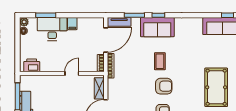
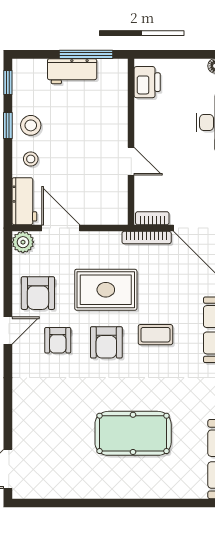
rug: (137, 86) -> (106, 290), added
pool table: (216, 87) -> (133, 433), moved
shelving: (99, 88) -> (102, 215), removed

